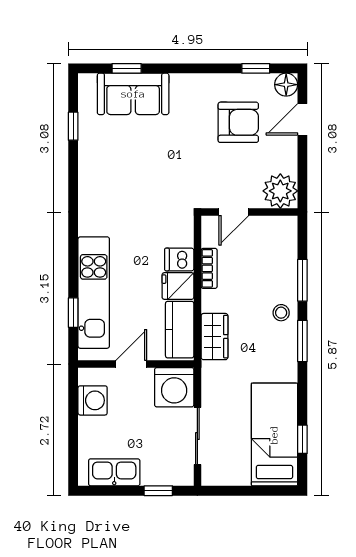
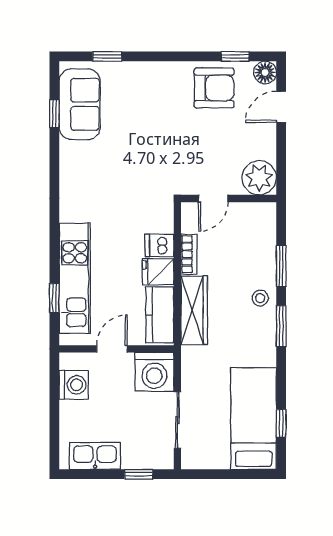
sofa: (133, 94) -> (80, 104), moved, turned -90
armchair: (238, 122) -> (214, 88), moved
wardrobe: (214, 337) -> (194, 310), width x1.50

